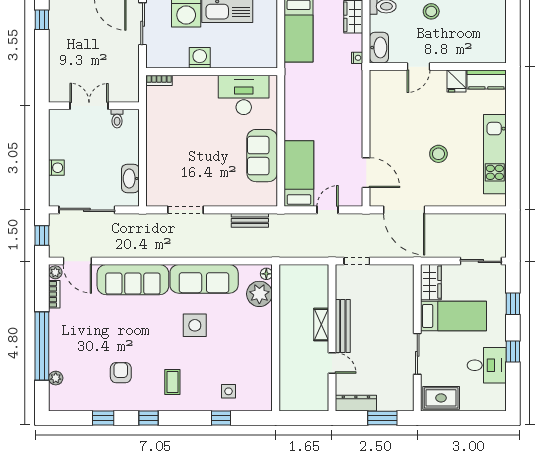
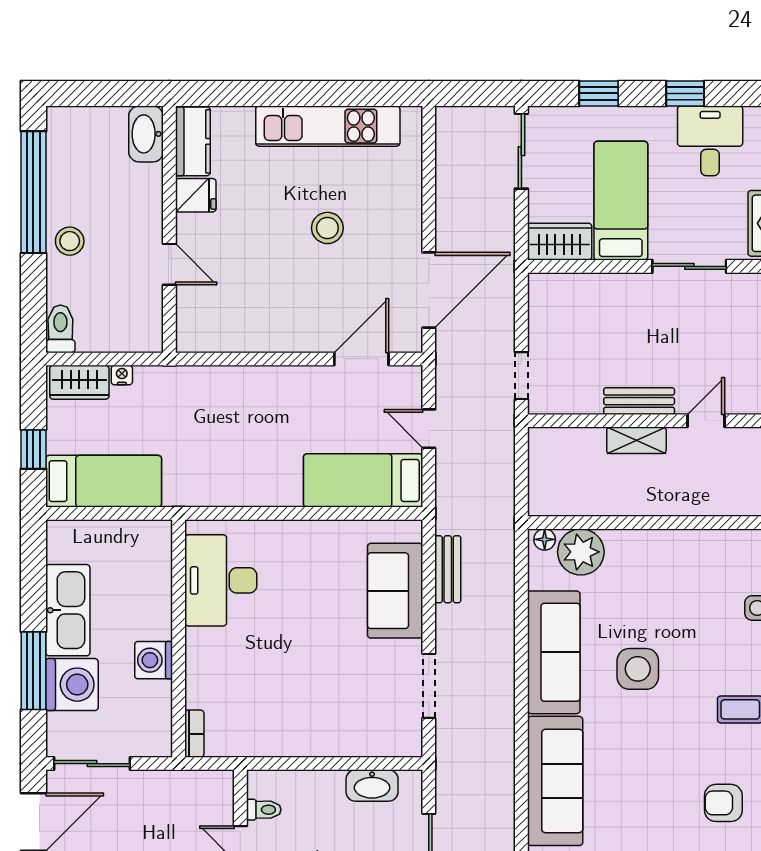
washbasin: (379, 48) -> (146, 134), moved, turned -90
nightstand: (357, 58) -> (122, 375), moved
sofa: (262, 156) -> (395, 591), moved, turned 90
bench: (343, 326) -> (639, 401), width x0.73

